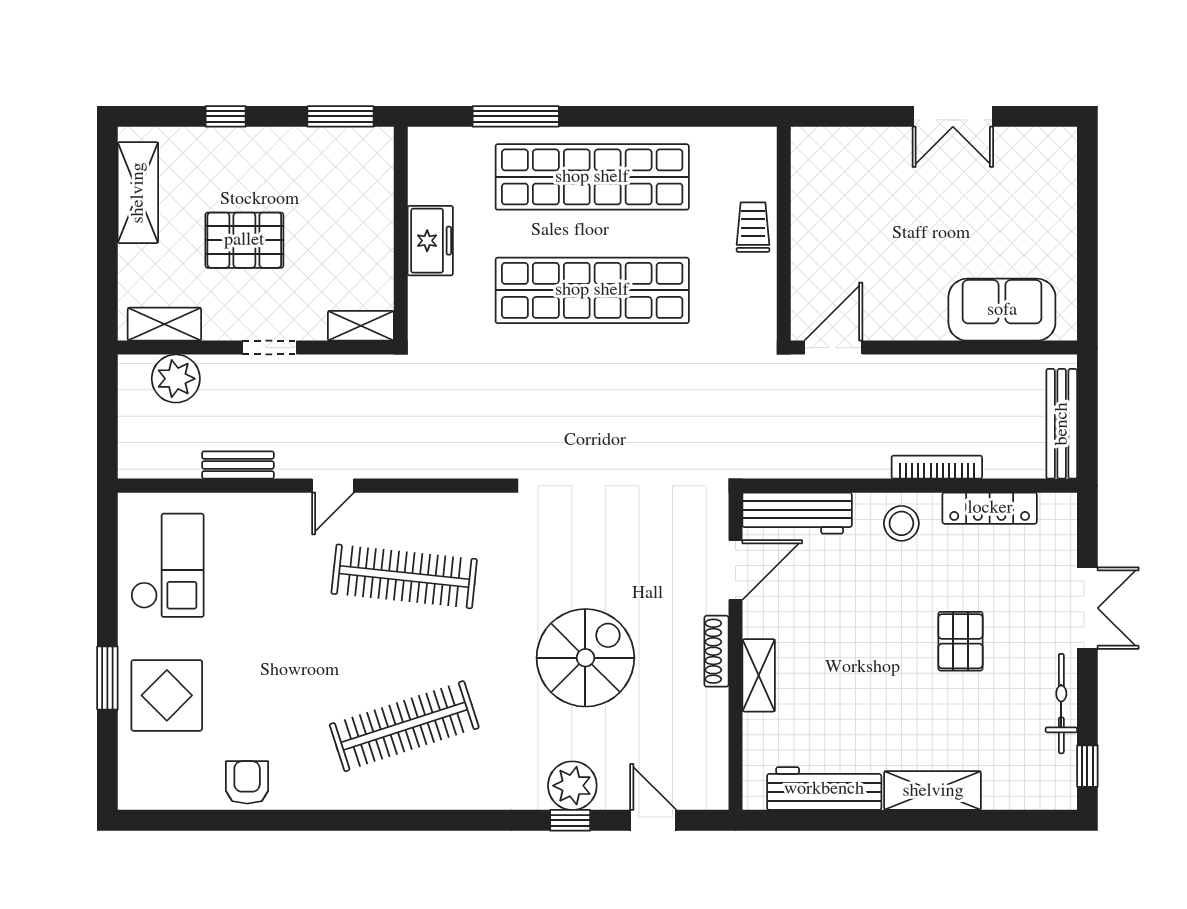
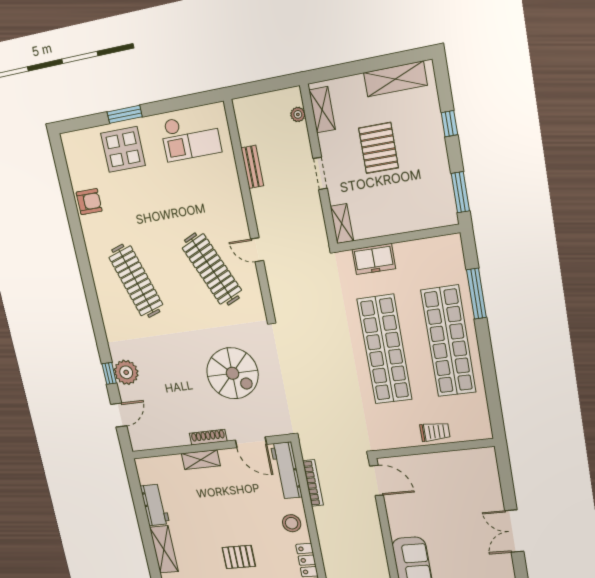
freezer: (430, 241) -> (374, 259), moved
plant: (176, 379) -> (298, 114), width x0.53, depth x0.53
bookcase: (937, 467) -> (313, 483), moved
door: (333, 486) -> (257, 250), moved
clothes rail: (404, 576) -> (212, 269), turned -30
spiral stairs: (585, 658) -> (232, 373), moved
workbench: (824, 789) -> (155, 505), width x0.73

